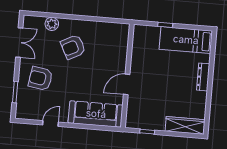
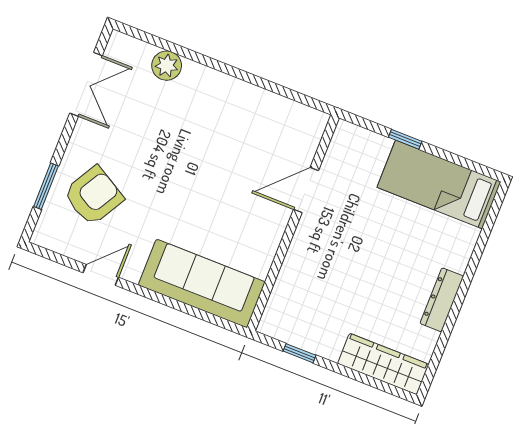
armchair: (73, 47) -> (197, 128), removed
dresser: (203, 77) -> (442, 300), moved
armchair: (40, 78) -> (93, 196), moved, turned 111
door: (127, 84) -> (306, 190), moved

